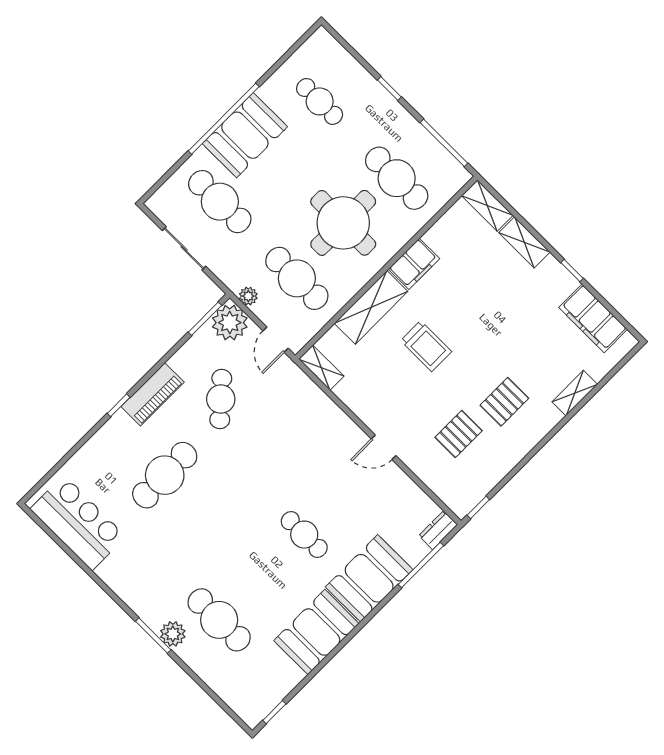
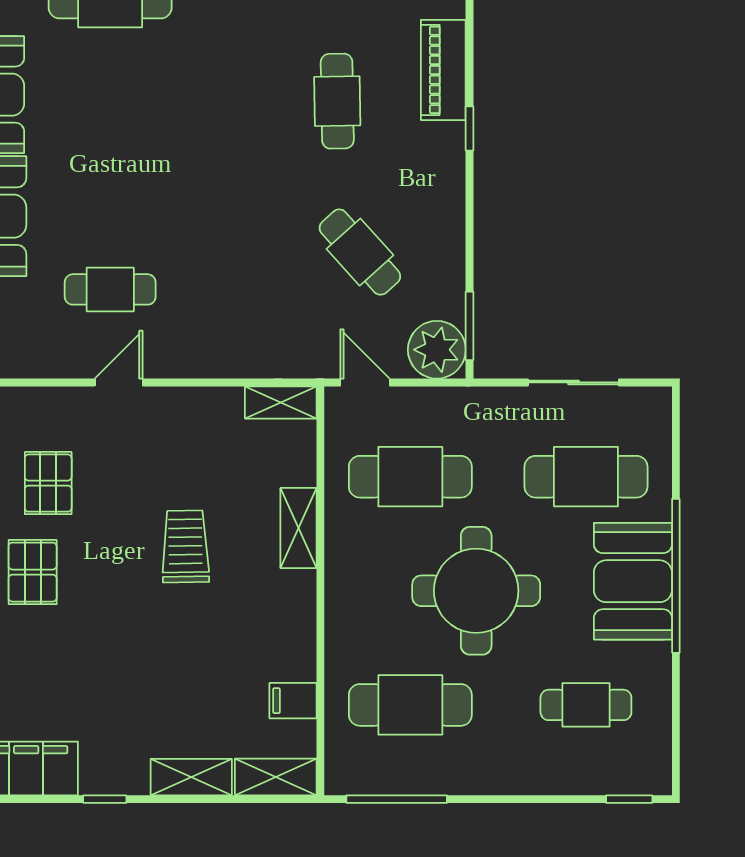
window: (389, 89) -> (629, 799), moved
round table: (343, 223) -> (476, 591), moved
filing cabinet: (414, 264) -> (293, 701), moved, width x0.50
plant: (248, 296) -> (446, 401), removed
shelving: (371, 307) -> (299, 528), width x0.67, depth x0.75
trolley: (426, 346) -> (185, 546), turned 89
piano: (153, 394) -> (443, 70), moved
cafe table: (165, 475) -> (337, 101), width x0.73, depth x0.74
cafe table: (304, 535) -> (110, 289), moved

